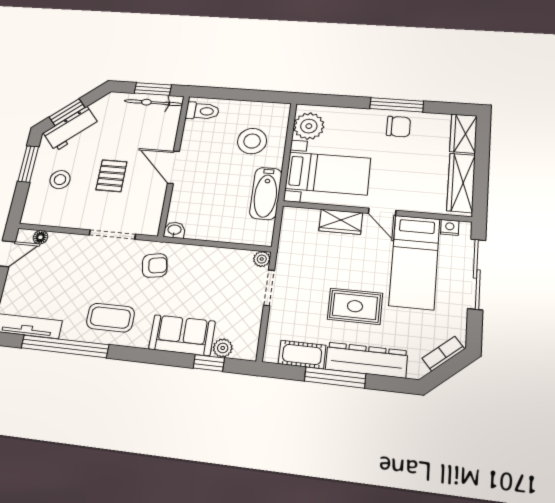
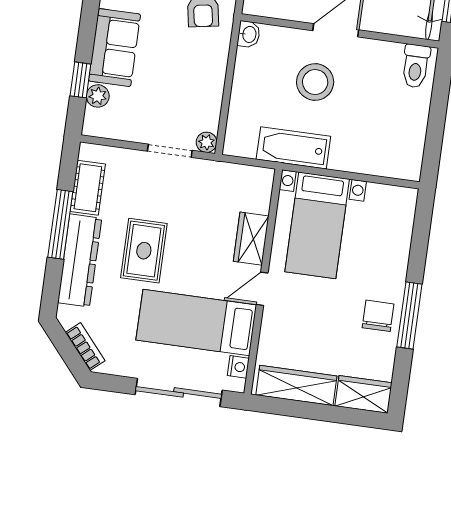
plant: (309, 126) -> (385, 204), removed
chair: (398, 127) -> (378, 316), turned 180
stool: (252, 141) -> (315, 82), moved

